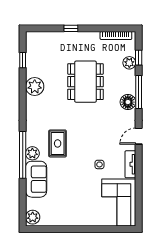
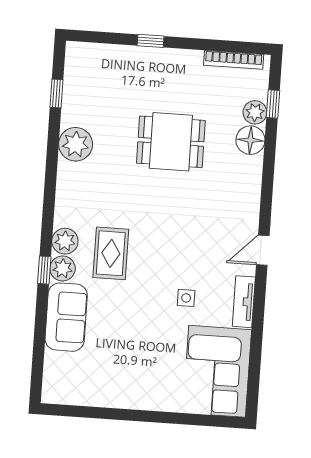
dining table: (85, 82) -> (171, 142), width x0.73
window: (139, 92) -> (269, 168), removed
floor lamp: (128, 102) -> (250, 140), moved
window: (23, 155) -> (44, 270), width x0.32
plant: (33, 217) -> (65, 241), moved

